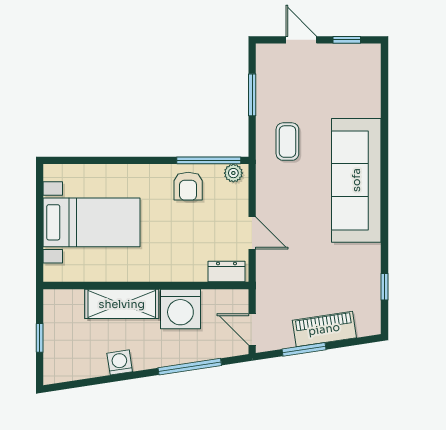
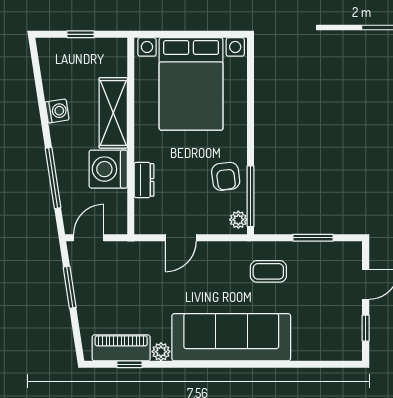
armchair: (188, 186) -> (226, 176), turned -97
bed with nightstands: (91, 222) -> (191, 84), width x1.36
plant: (371, 254) -> (161, 352), added
dresser: (226, 272) -> (144, 180), moved
piano: (324, 329) -> (121, 348), moved, turned -81

